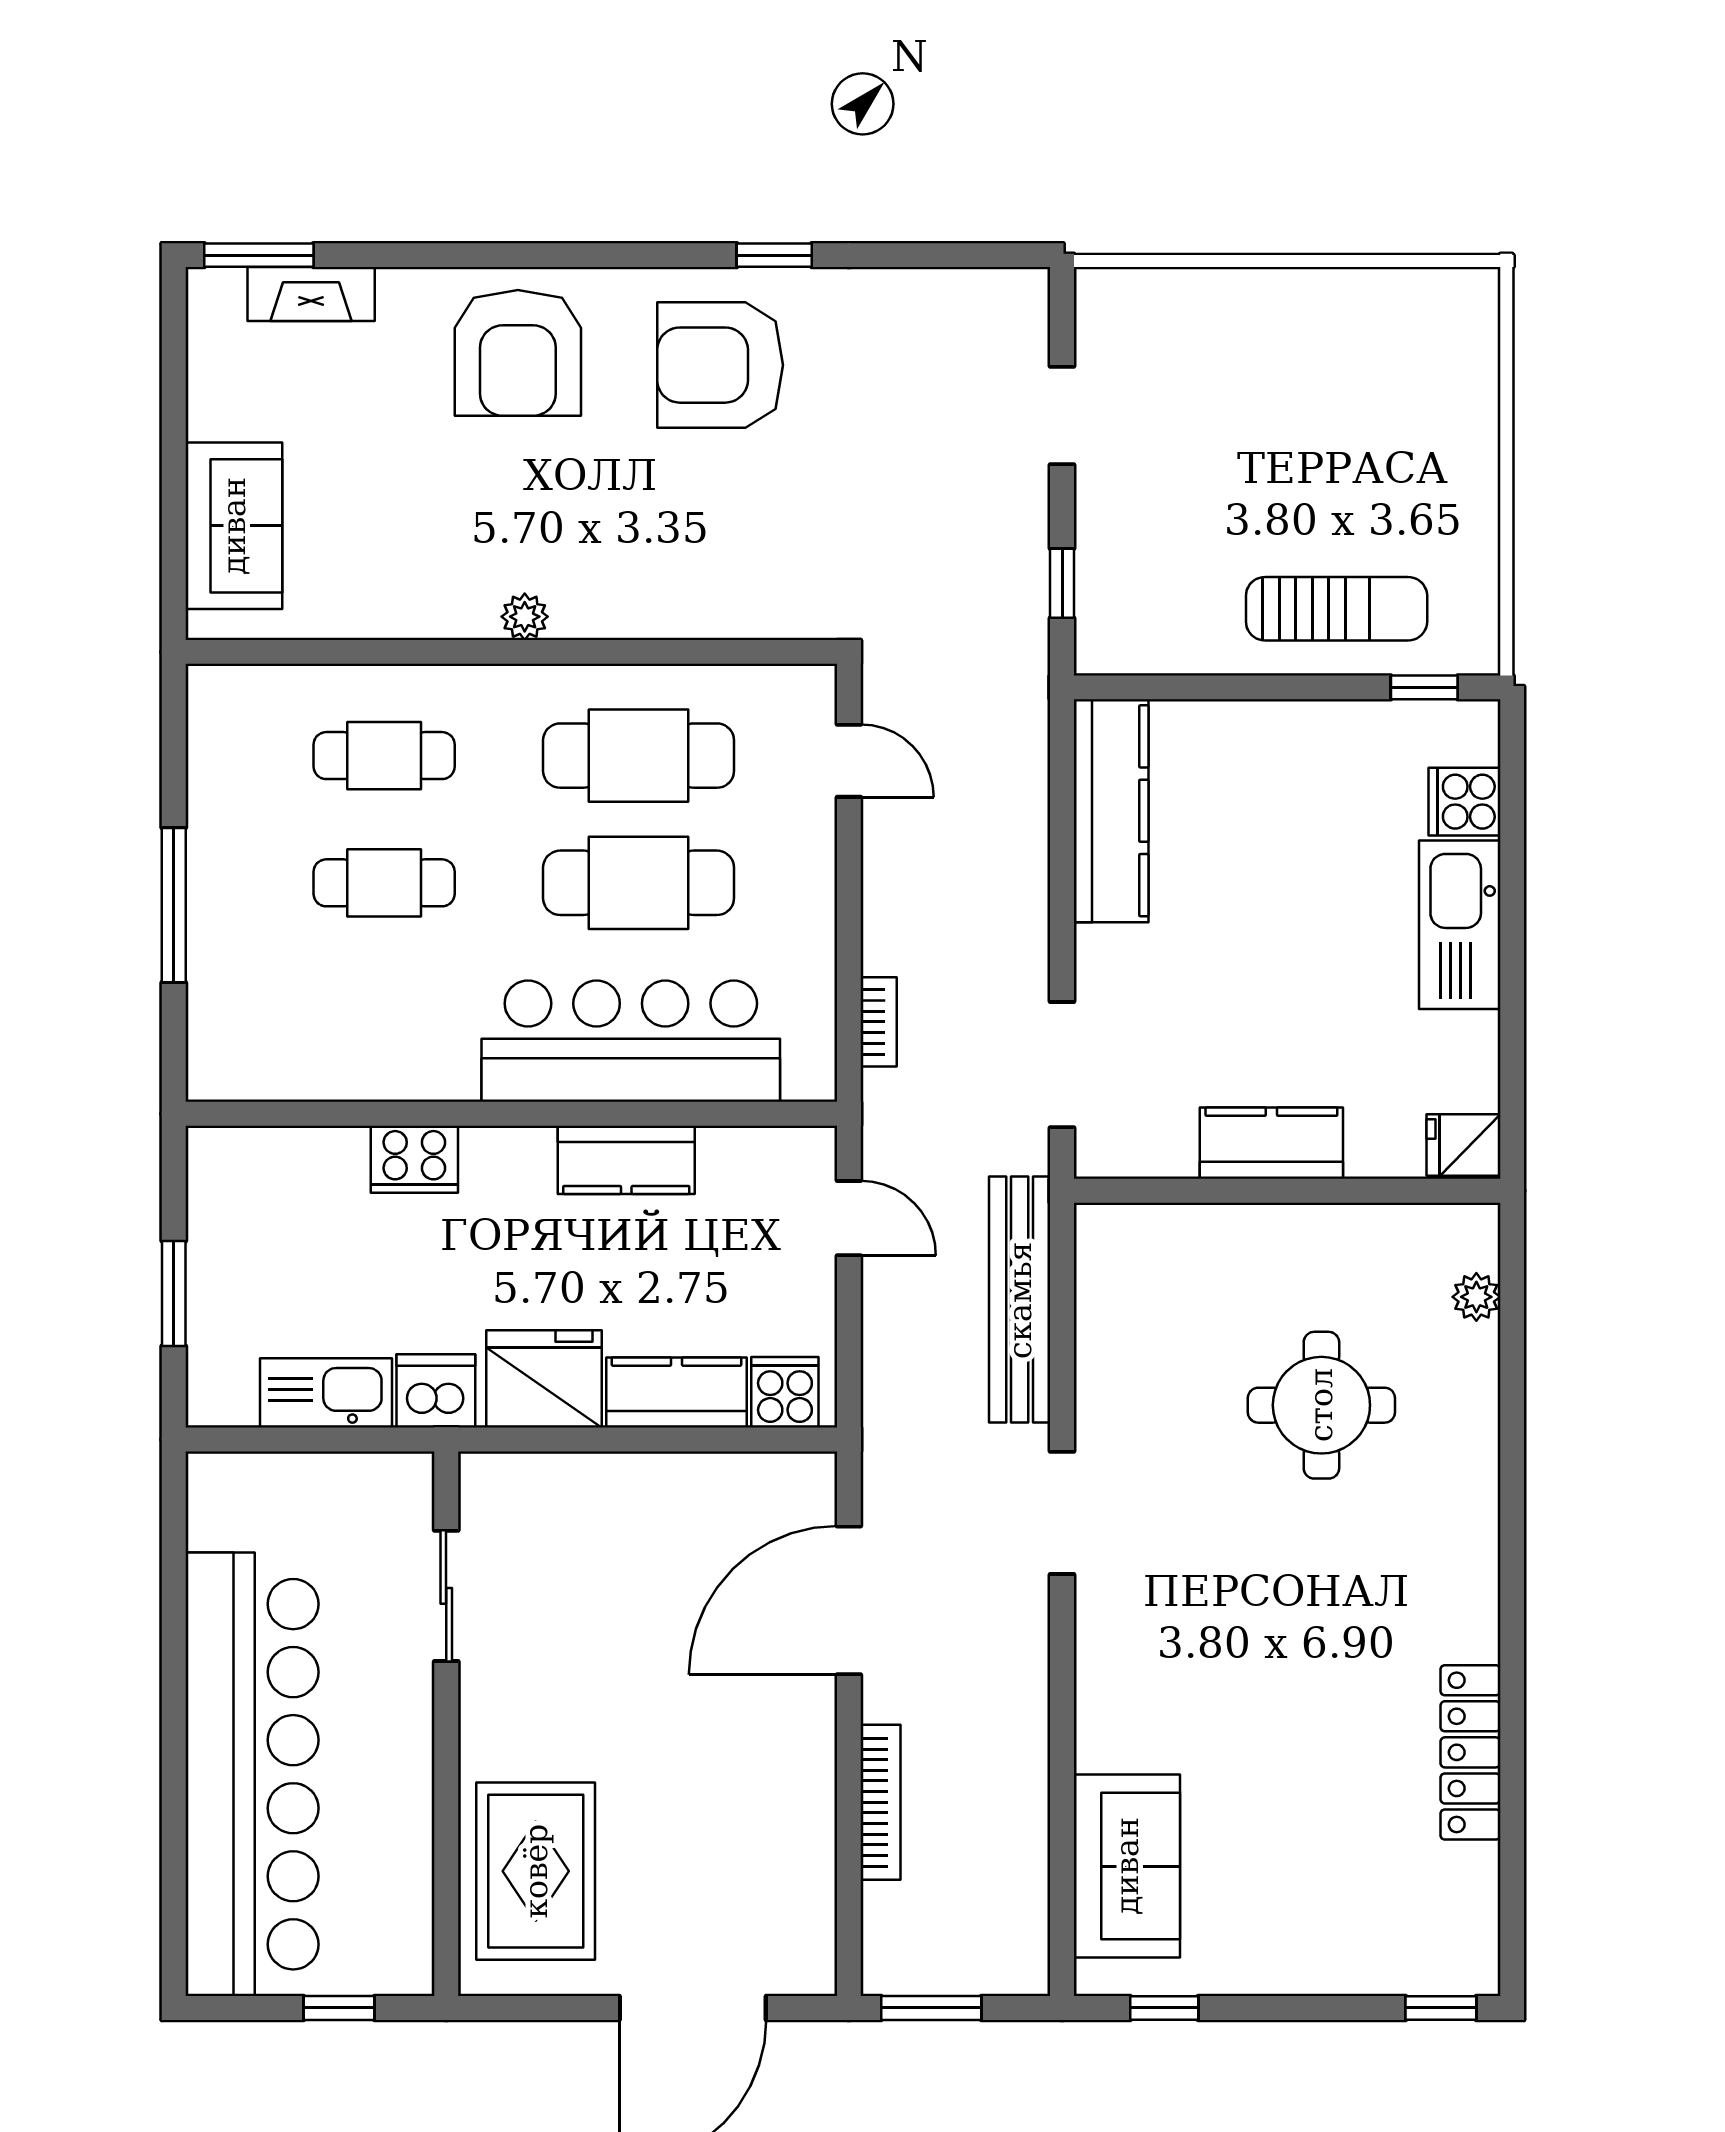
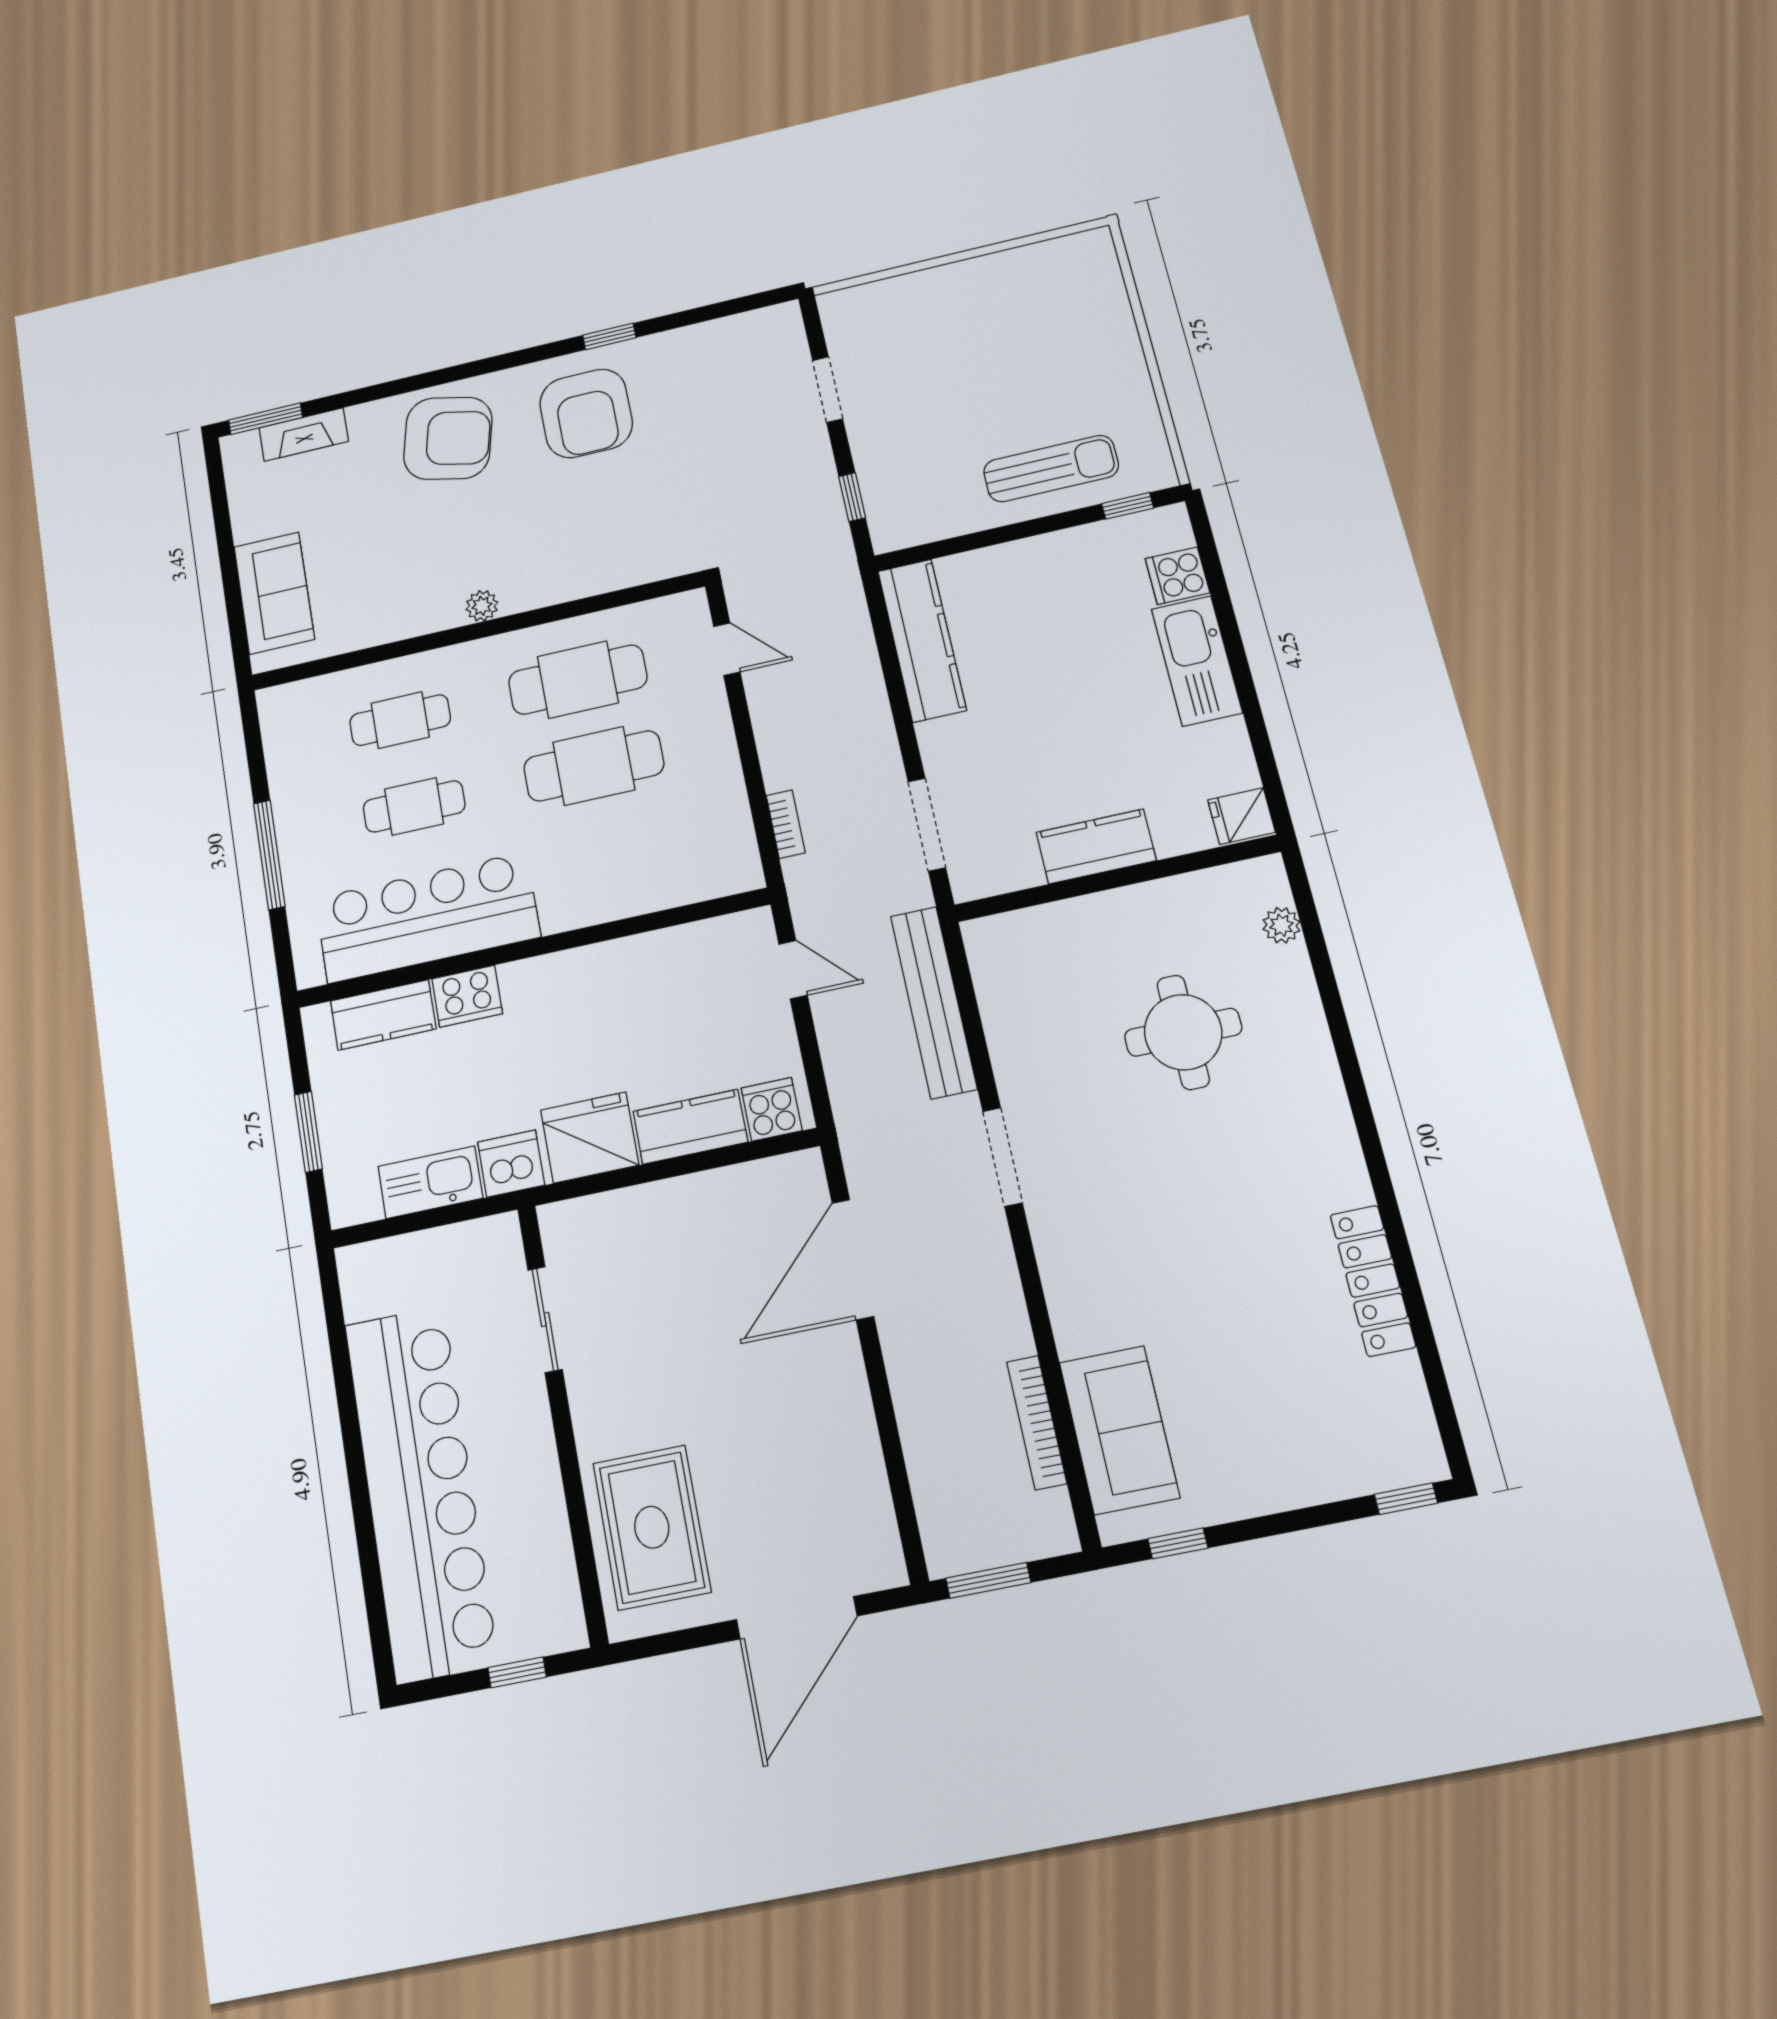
armchair: (518, 353) -> (448, 438), turned -77
armchair: (720, 365) -> (586, 413), turned -90
bar counter: (631, 1041) -> (427, 918), moved
kitchen counter: (626, 1160) -> (383, 1015), moved
bookcase: (881, 1802) -> (1037, 1423), moved, turned 180

